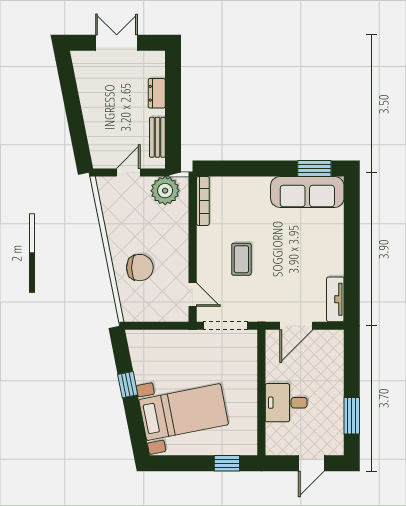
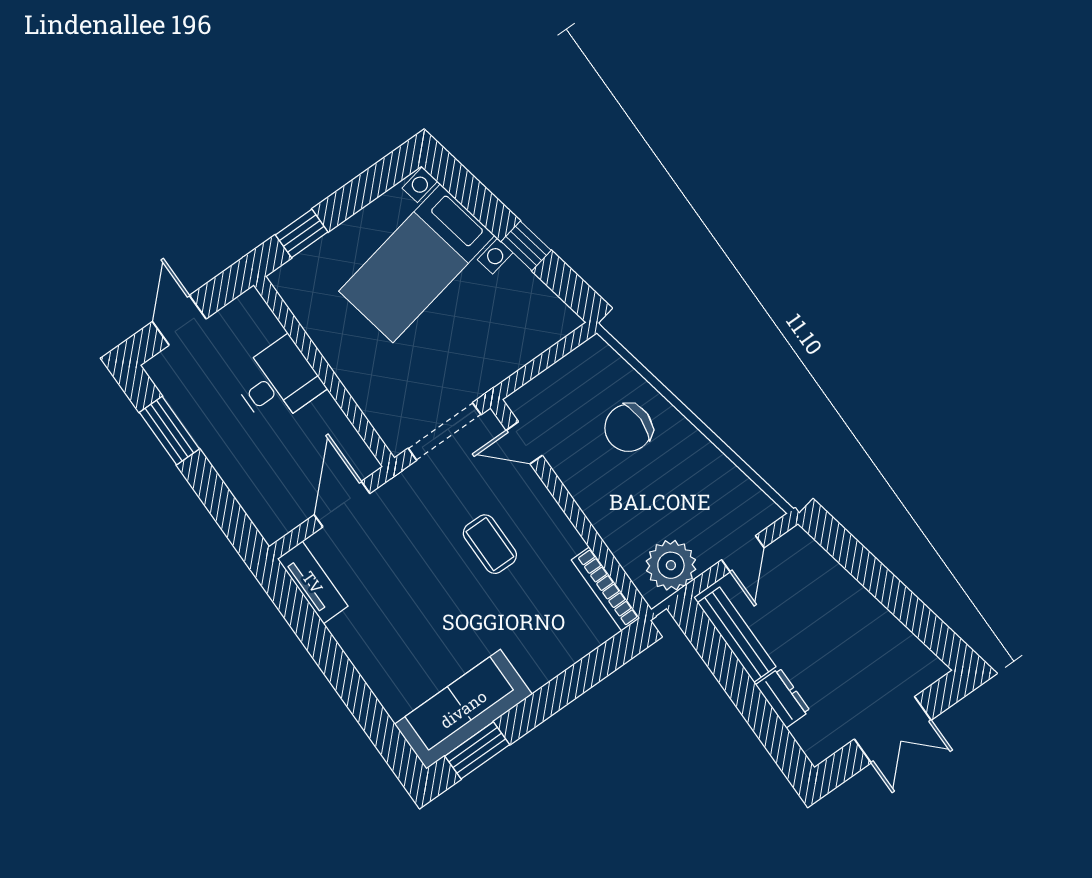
bench: (157, 137) -> (737, 635), width x1.36

